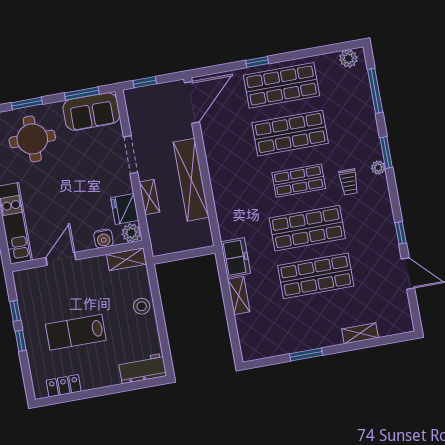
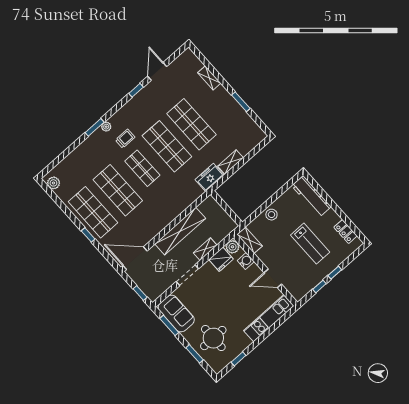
window: (375, 91) -> (63, 156), removed
workbench: (142, 369) -> (311, 196), width x1.37

